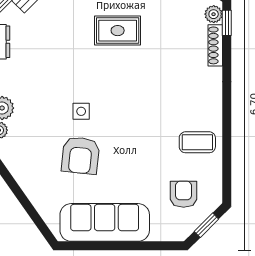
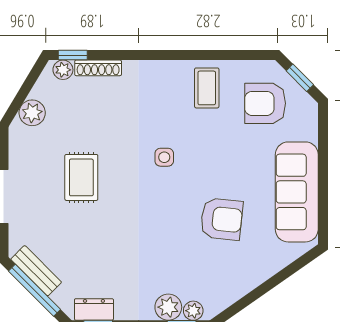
side table: (81, 111) -> (164, 157), moved
armchair: (184, 194) -> (265, 103), width x1.38, depth x1.38

